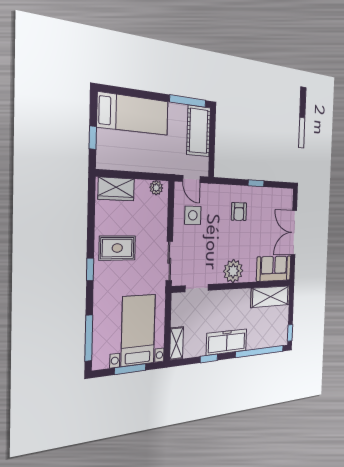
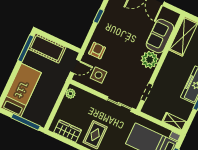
window: (93, 138) -> (26, 122), width x2.17
wardrobe: (116, 189) -> (68, 131), moved, turned -90
armchair: (239, 212) -> (97, 51), moved, turned -90
sofa: (274, 269) -> (160, 36), moved

